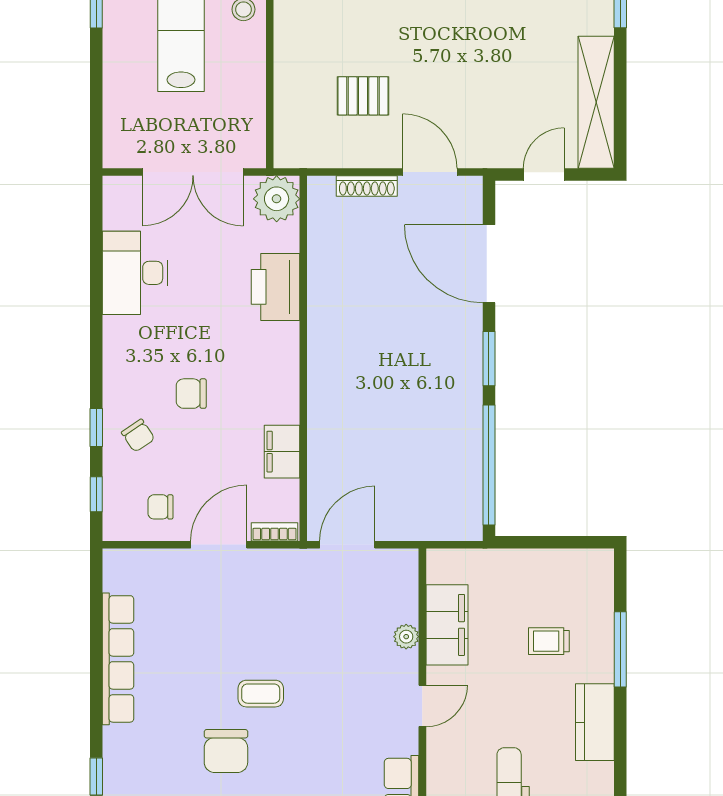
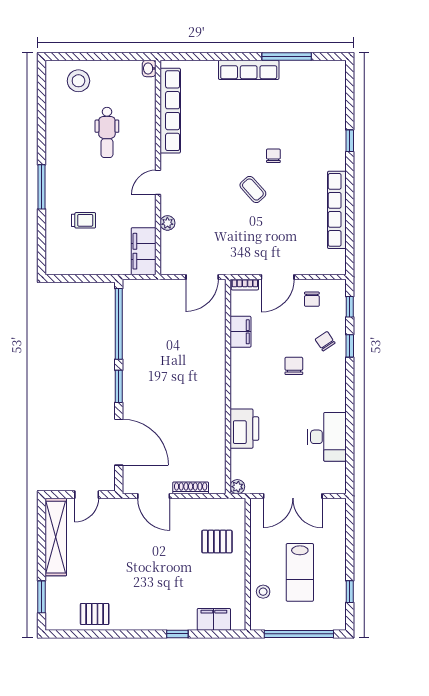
pallet: (363, 96) -> (217, 542), moved
double door: (193, 172) -> (293, 496), swing flipped
plant: (277, 199) -> (237, 487), width x0.53, depth x0.53
chair: (191, 394) -> (294, 366), turned -90
chair: (160, 507) -> (312, 299), turned 90
filing cabinet: (447, 625) -> (144, 251), moved
window: (620, 649) -> (42, 187), moved
coffee table: (261, 694) -> (253, 190), turned 48
kitchen counter: (595, 722) -> (56, 173), removed
chair: (226, 751) -> (273, 156), width x0.54, depth x0.54

